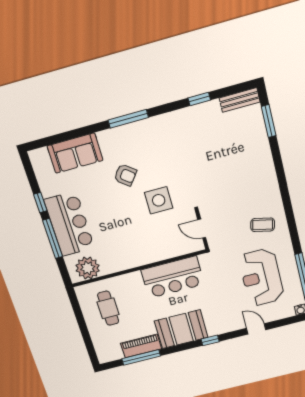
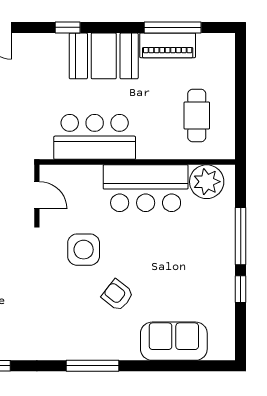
bar counter: (69, 224) -> (146, 188), moved, turned -90

